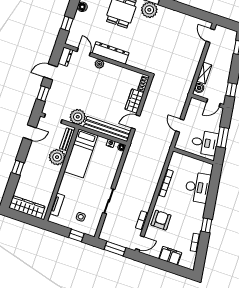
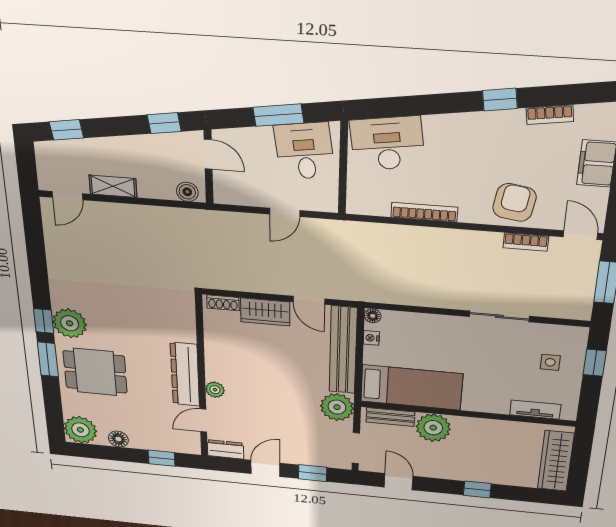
door: (50, 72) -> (265, 468), swing flipped
shelving: (204, 73) -> (113, 186), moved
desk: (198, 187) -> (387, 143), moved
armchair: (161, 220) -> (514, 202), turned 99

